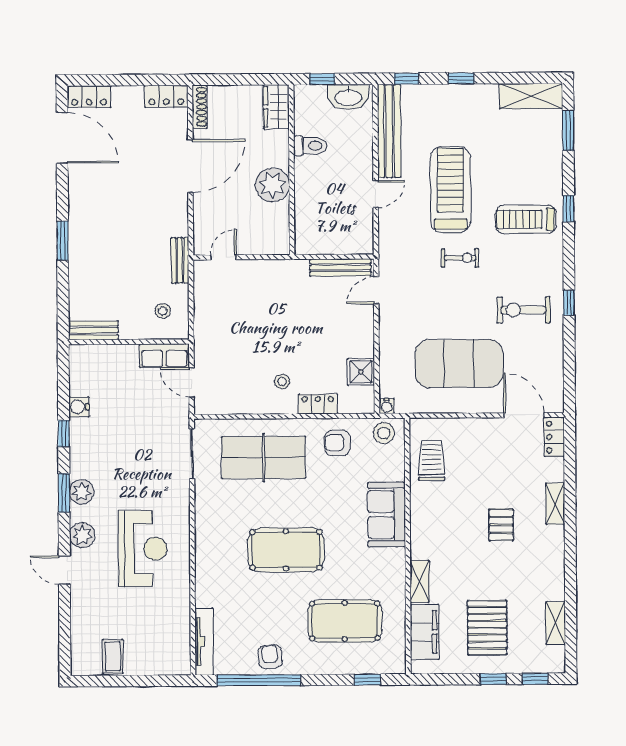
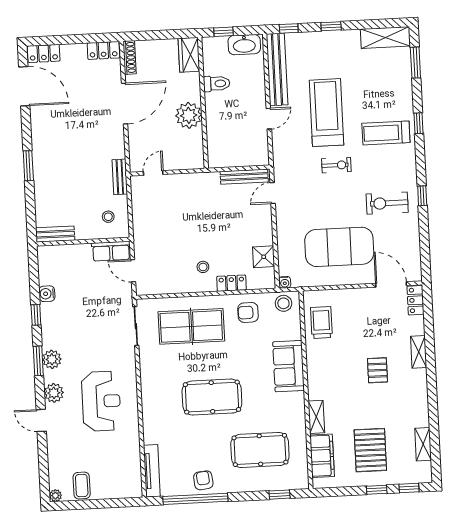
plant: (78, 668) -> (55, 496), added

